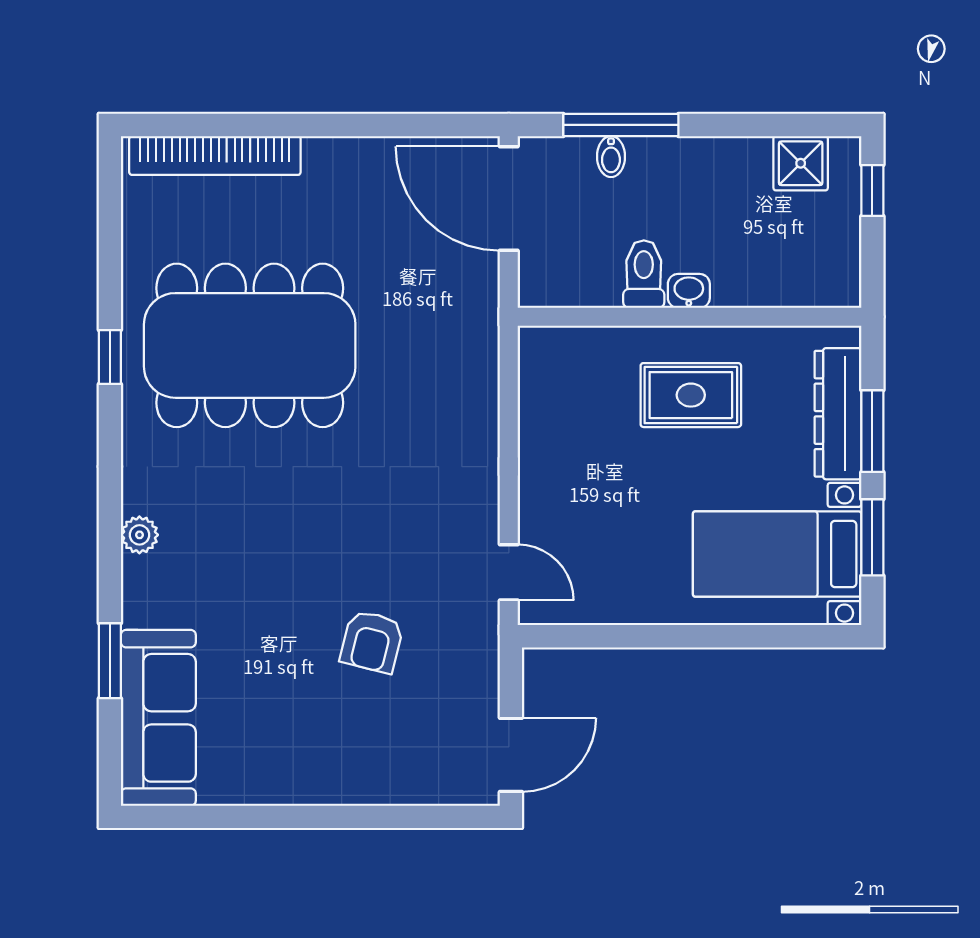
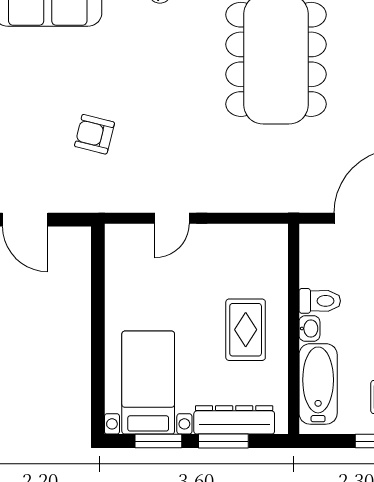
bathtub: (779, 277) -> (318, 384), added
door: (509, 572) -> (172, 218), moved

